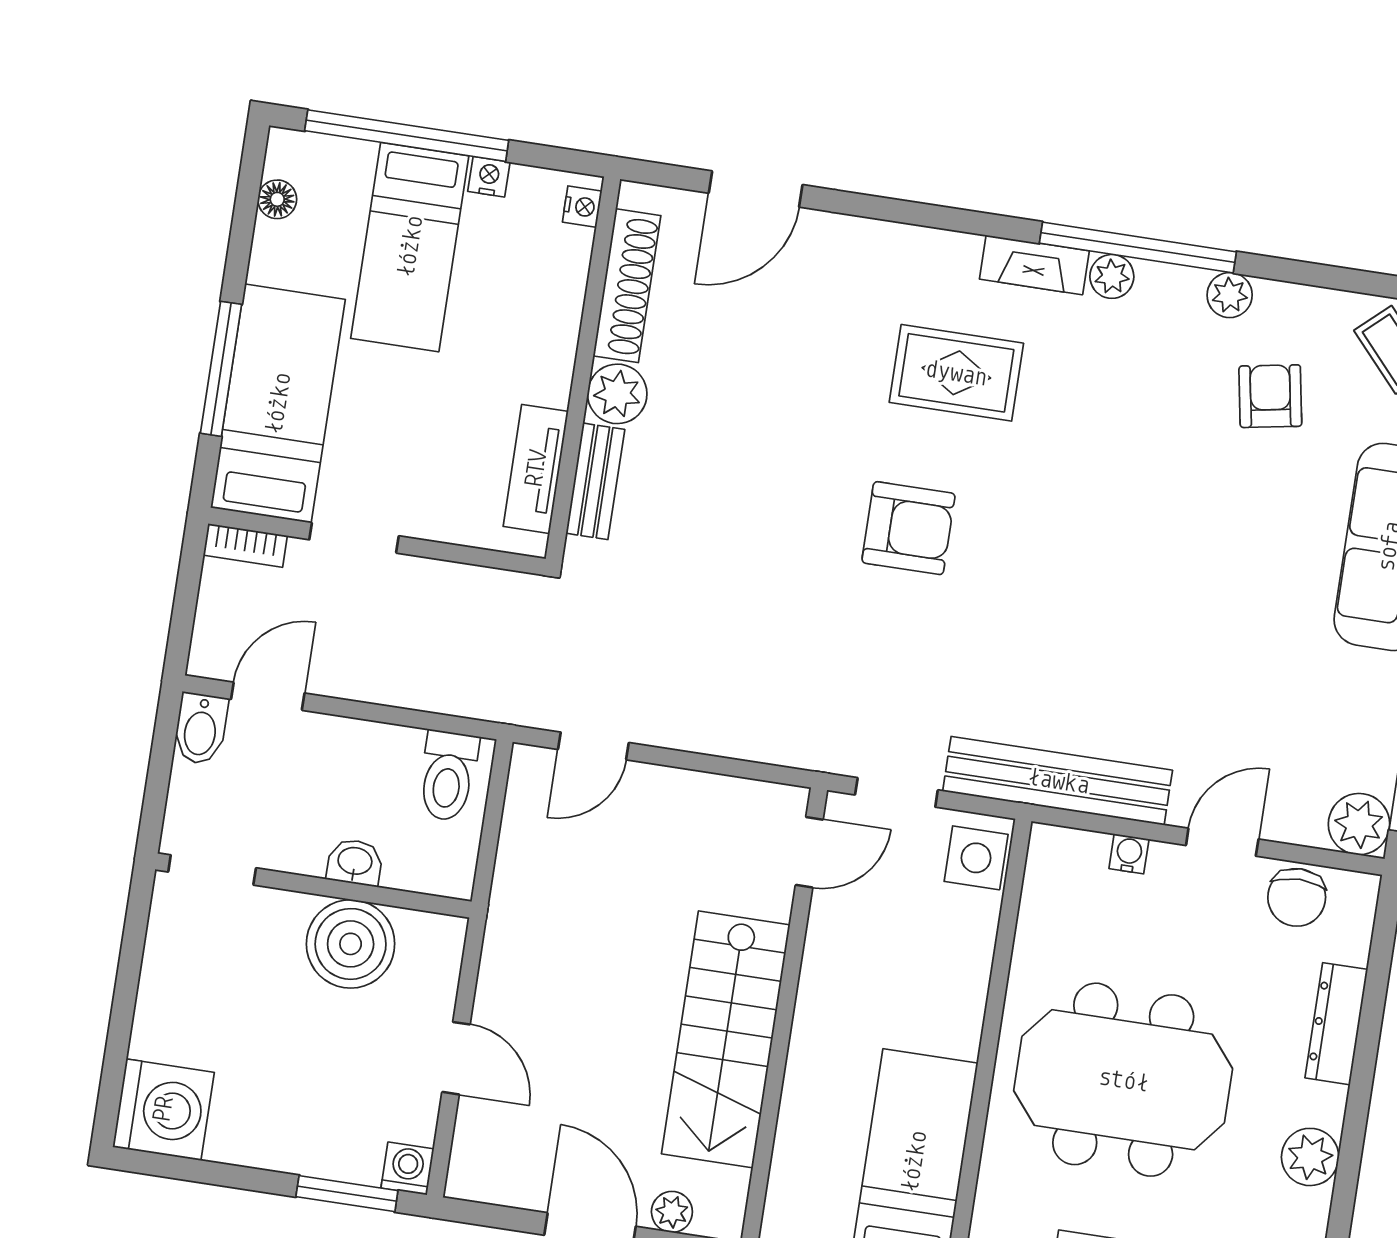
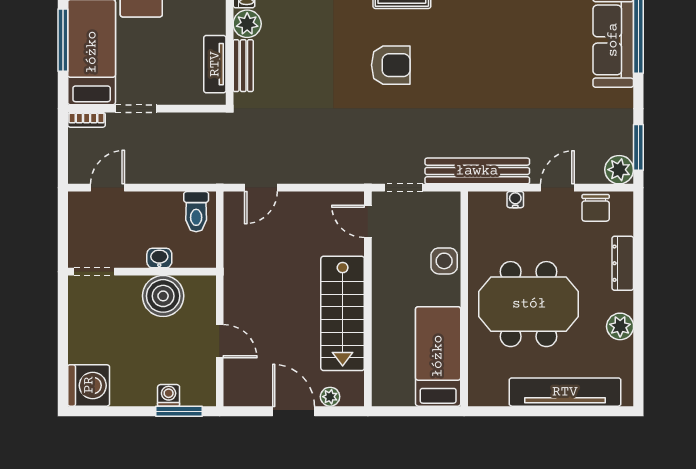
bidet: (201, 729) -> (79, 207), removed
door: (809, 852) -> (368, 221), swing flipped
side table: (976, 858) -> (444, 261), moved
washing machine: (407, 1169) -> (169, 395), moved

